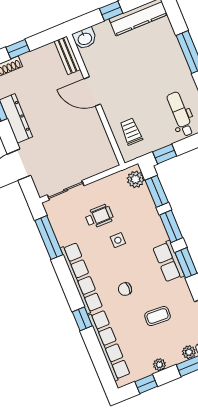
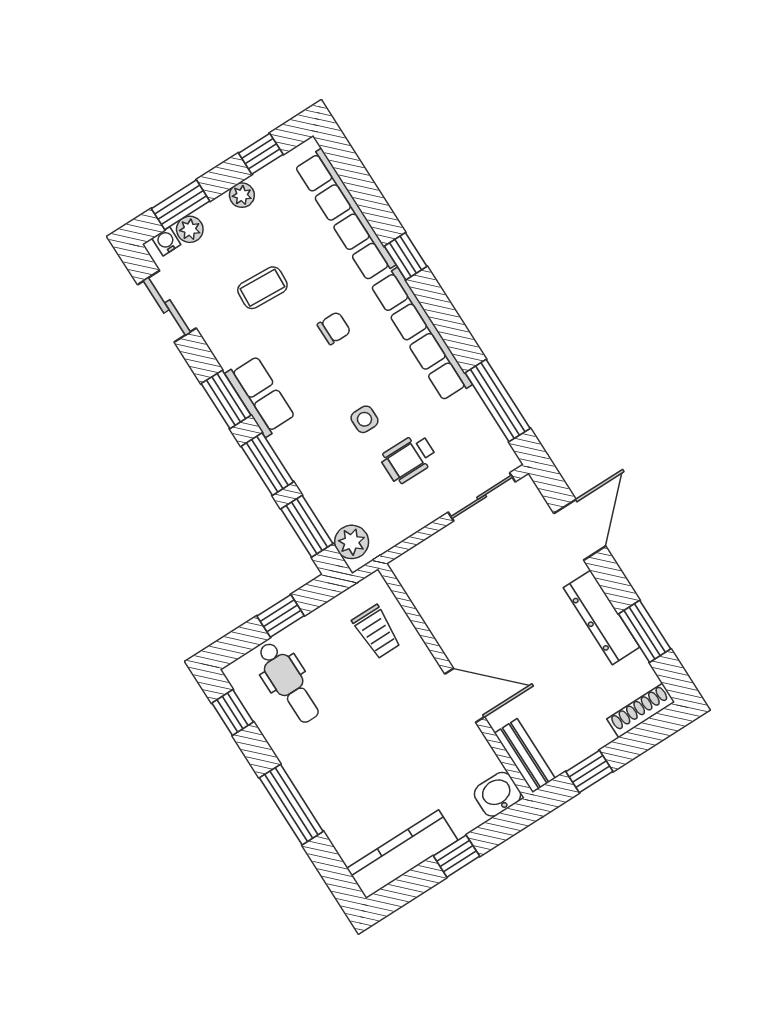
window: (18, 49) -> (589, 771), moved
window: (165, 154) -> (281, 616), moved

